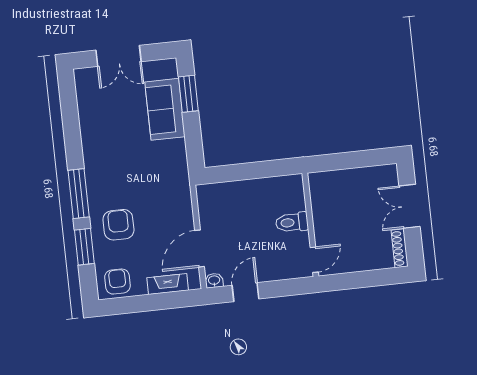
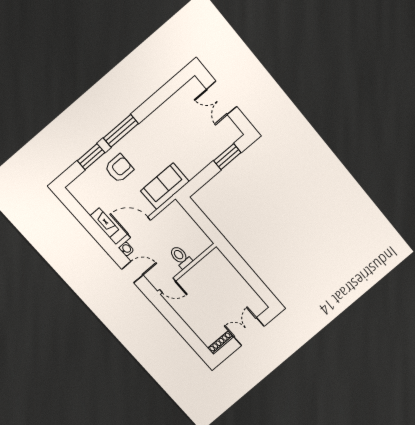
sofa: (165, 109) -> (165, 186), moved
toilet: (292, 222) -> (181, 257), moved
wall: (310, 225) -> (187, 269), moved
door: (314, 260) -> (168, 285), moved
armchair: (117, 282) -> (84, 191), removed

